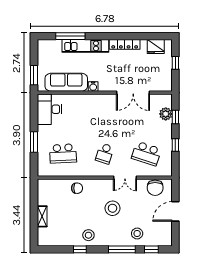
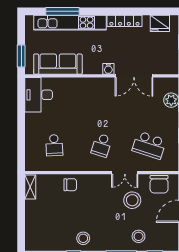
kitchen unit: (85, 46) -> (70, 23), width x1.36
water cooler: (93, 86) -> (108, 69), moved
window: (34, 142) -> (21, 132), removed
school desk: (63, 154) -> (54, 145), width x0.54
stool: (112, 208) -> (132, 200), moved
shelving: (42, 216) -> (30, 187), moved

